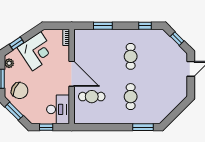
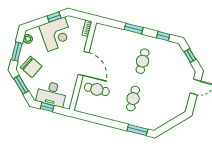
window: (103, 26) -> (134, 29), moved
window: (17, 43) -> (54, 17), moved
desk: (58, 109) -> (52, 94), moved, turned 90

